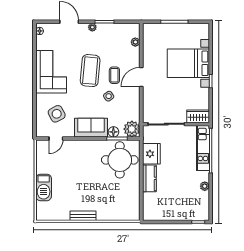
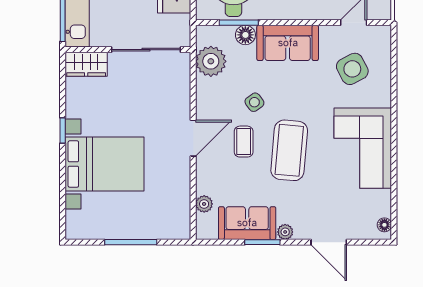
sofa: (113, 32) -> (247, 223), added
plant: (132, 129) -> (211, 61), moved

